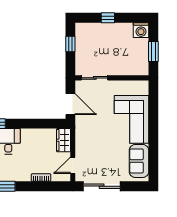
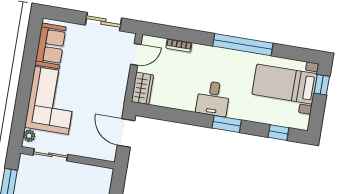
sliding door: (95, 78) -> (50, 155), moved
plant: (144, 90) -> (29, 136), added
sliding door: (102, 186) -> (103, 22), width x0.73

